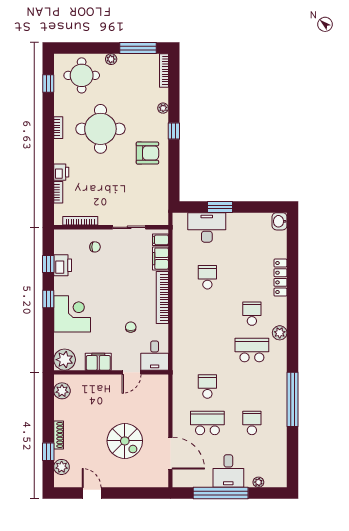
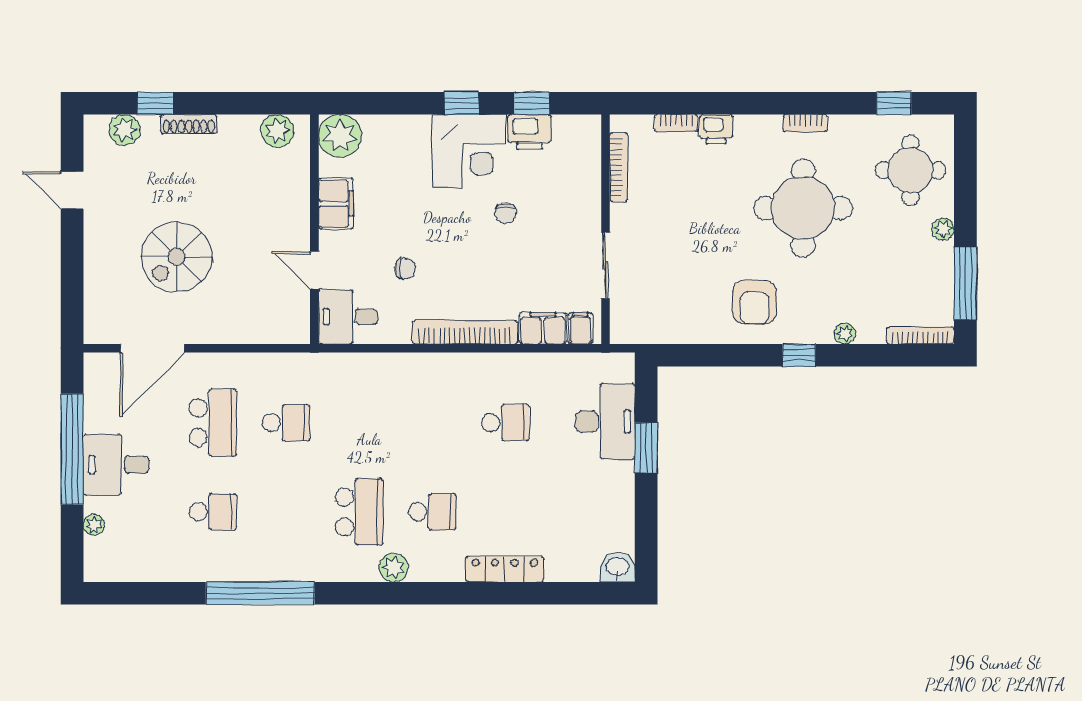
chair: (95, 247) -> (506, 213), moved
corner desk: (72, 314) -> (469, 151), moved
door: (92, 493) -> (72, 190), swing flipped

